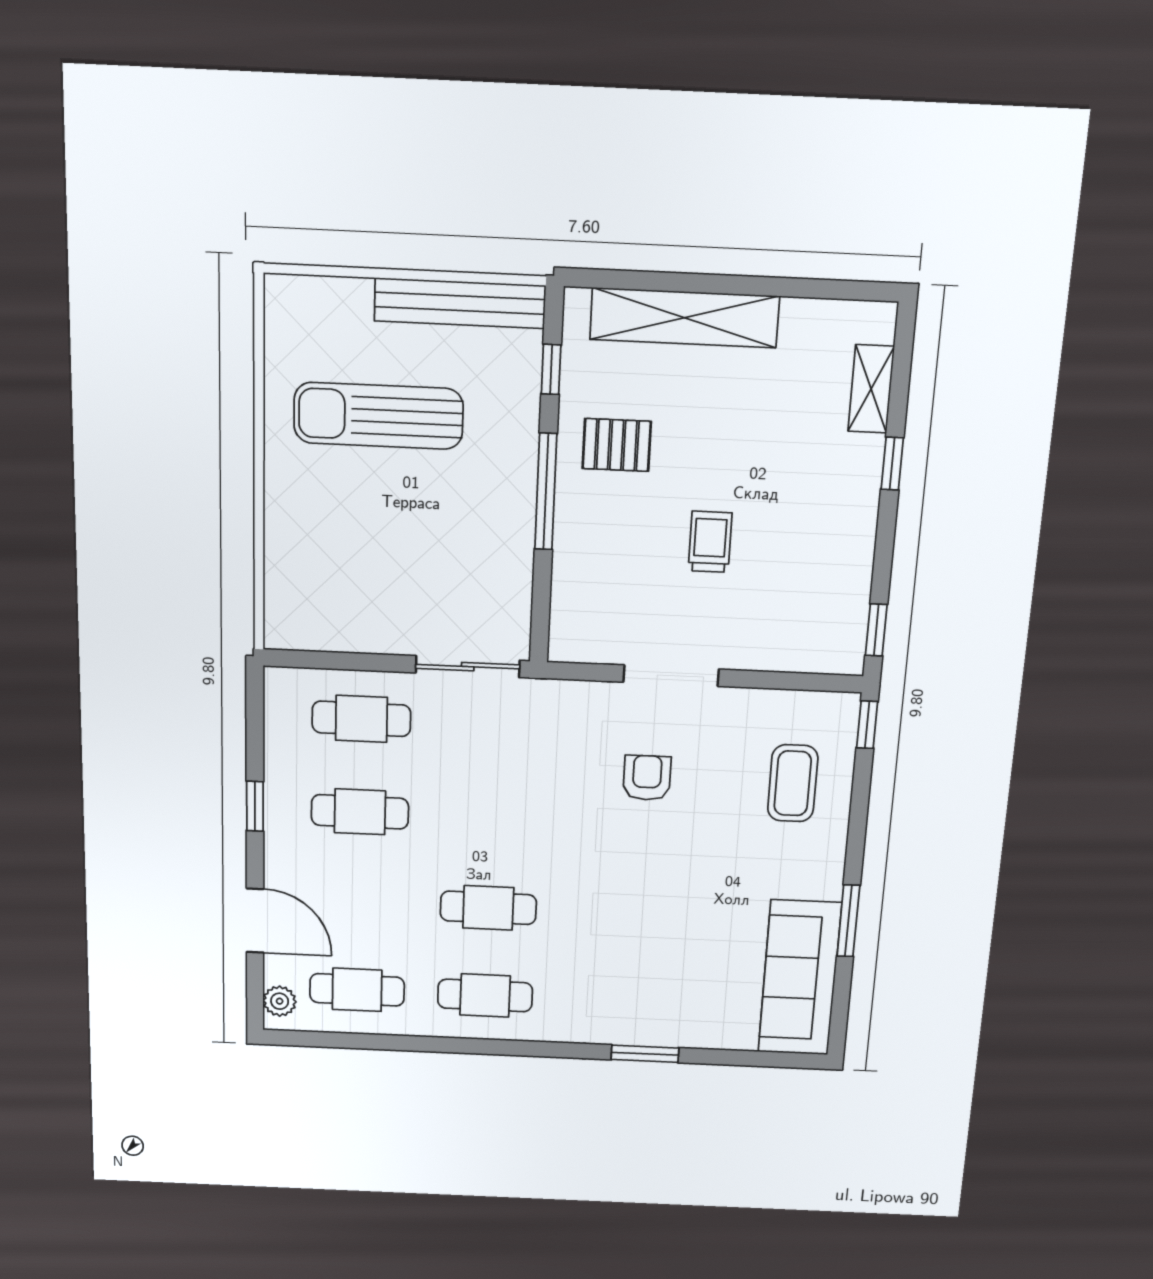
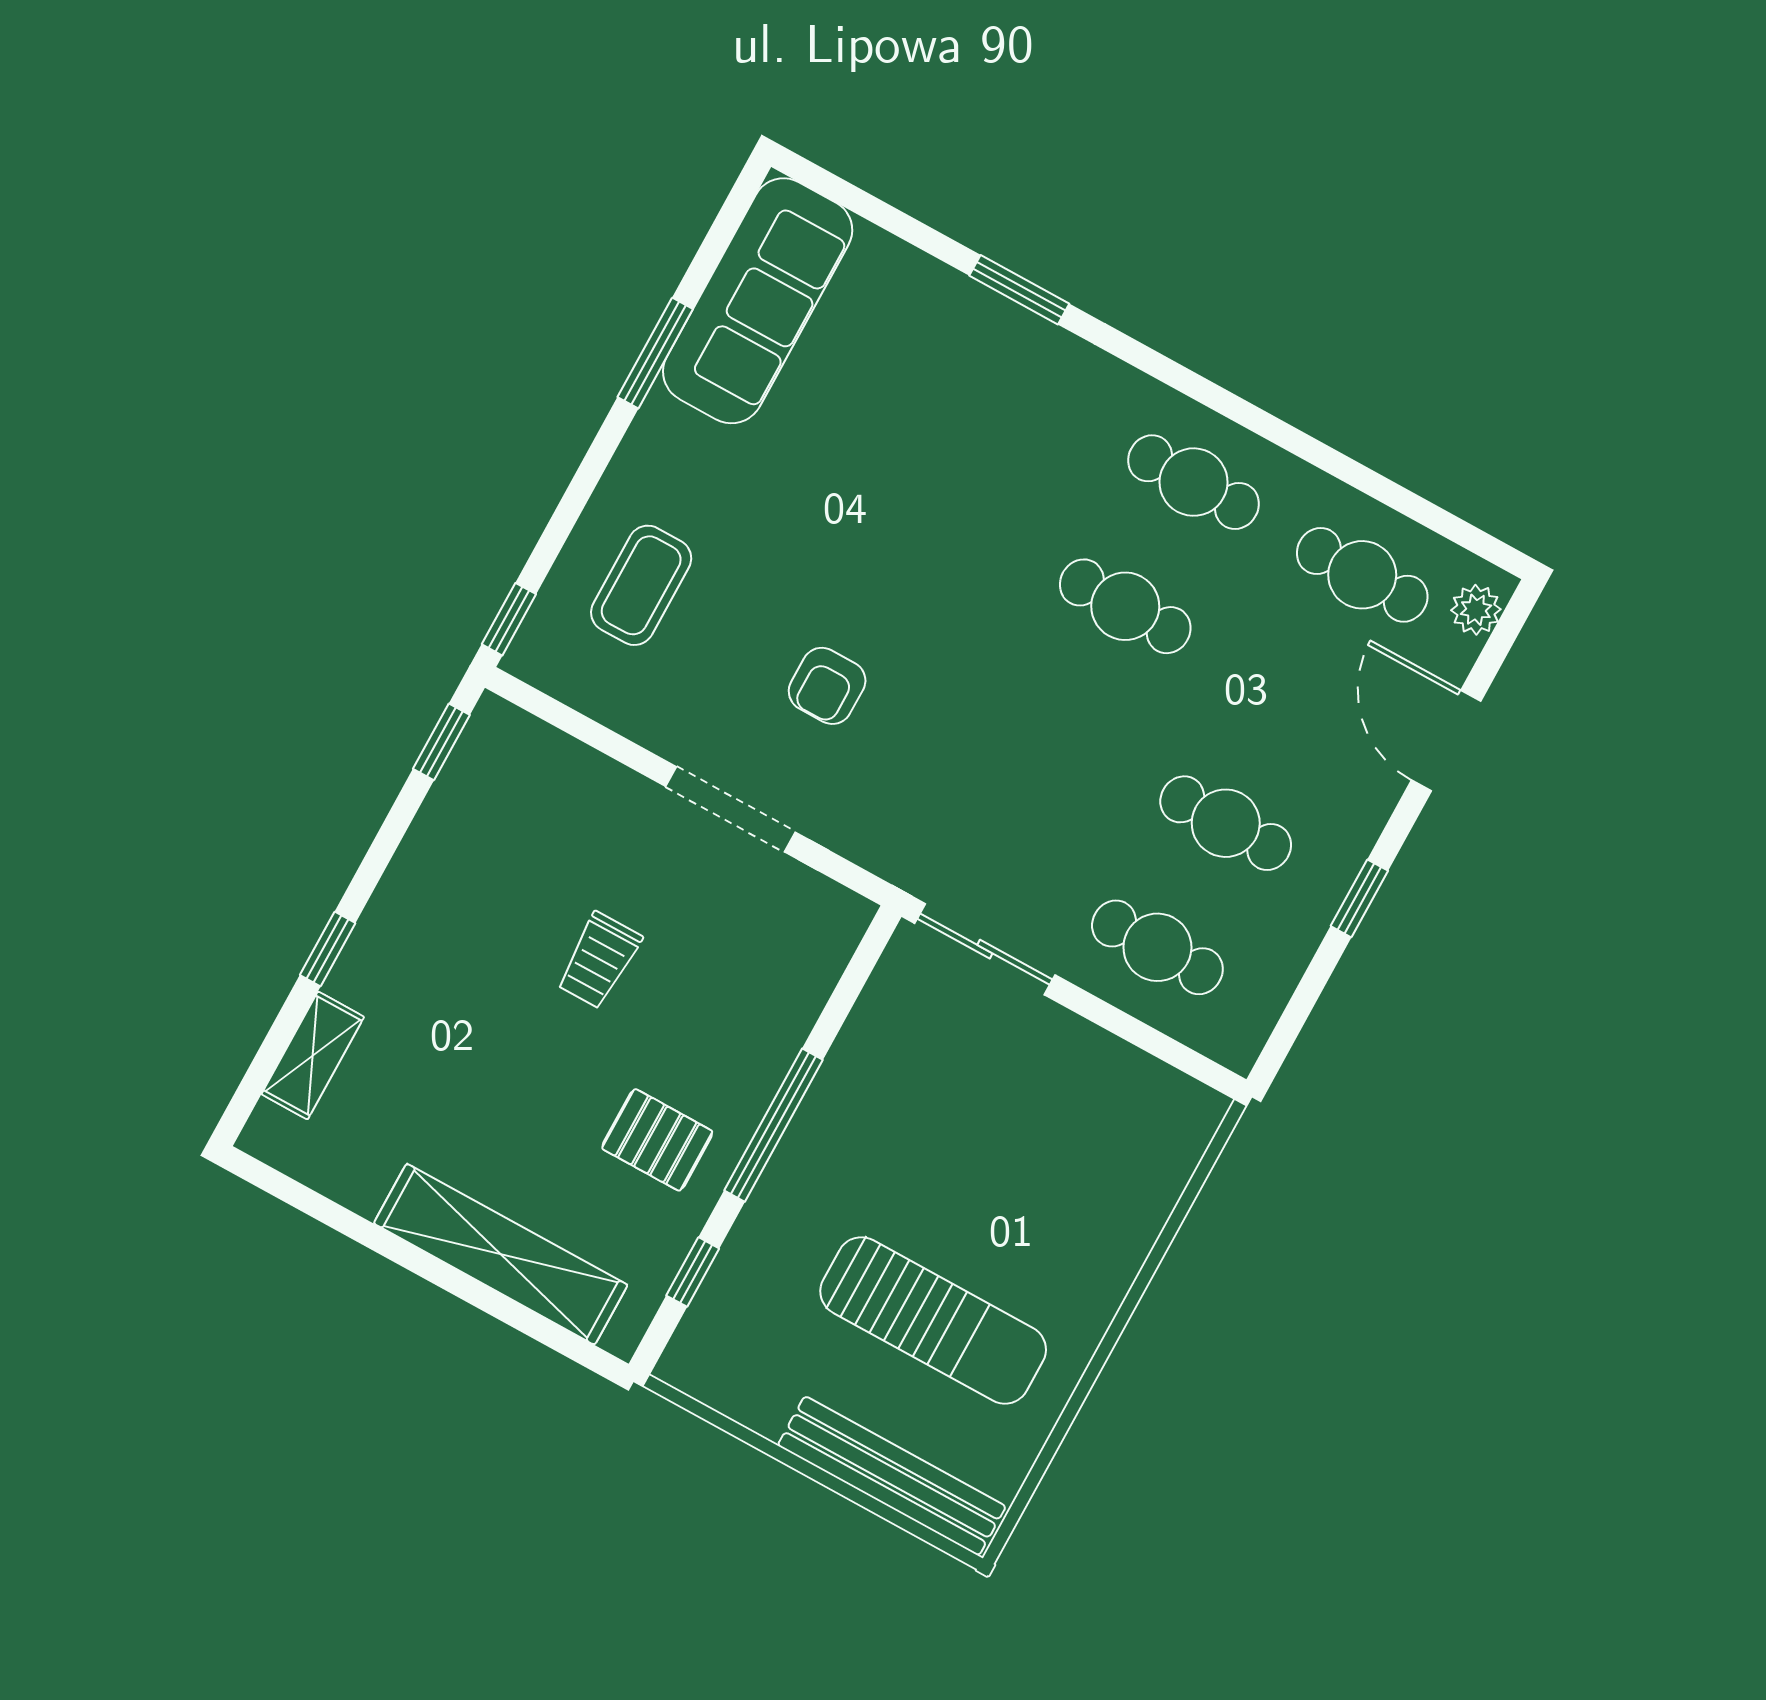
bench: (460, 303) -> (892, 1476), moved

